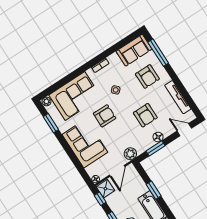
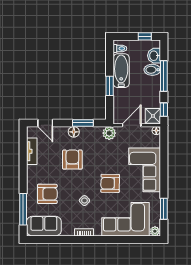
armchair: (147, 76) -> (47, 194), turned 90
tv unit: (178, 97) -> (32, 151), width x0.71

